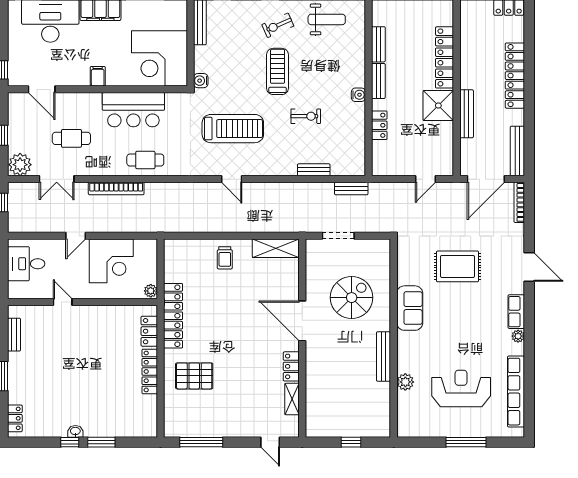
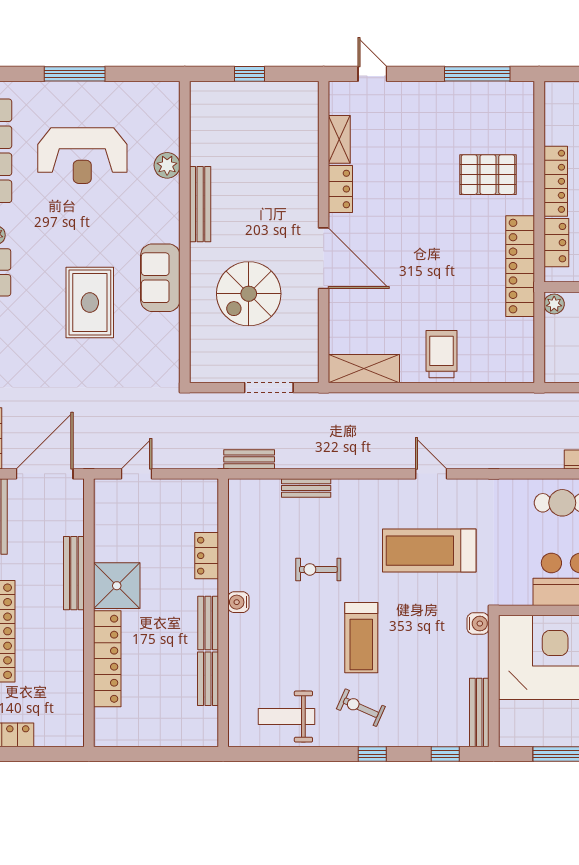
exercise bike: (278, 25) -> (361, 708), turned -132
trolley: (225, 258) -> (441, 354), width x1.36, depth x1.39
rug: (458, 266) -> (90, 303), moved, turned 90

